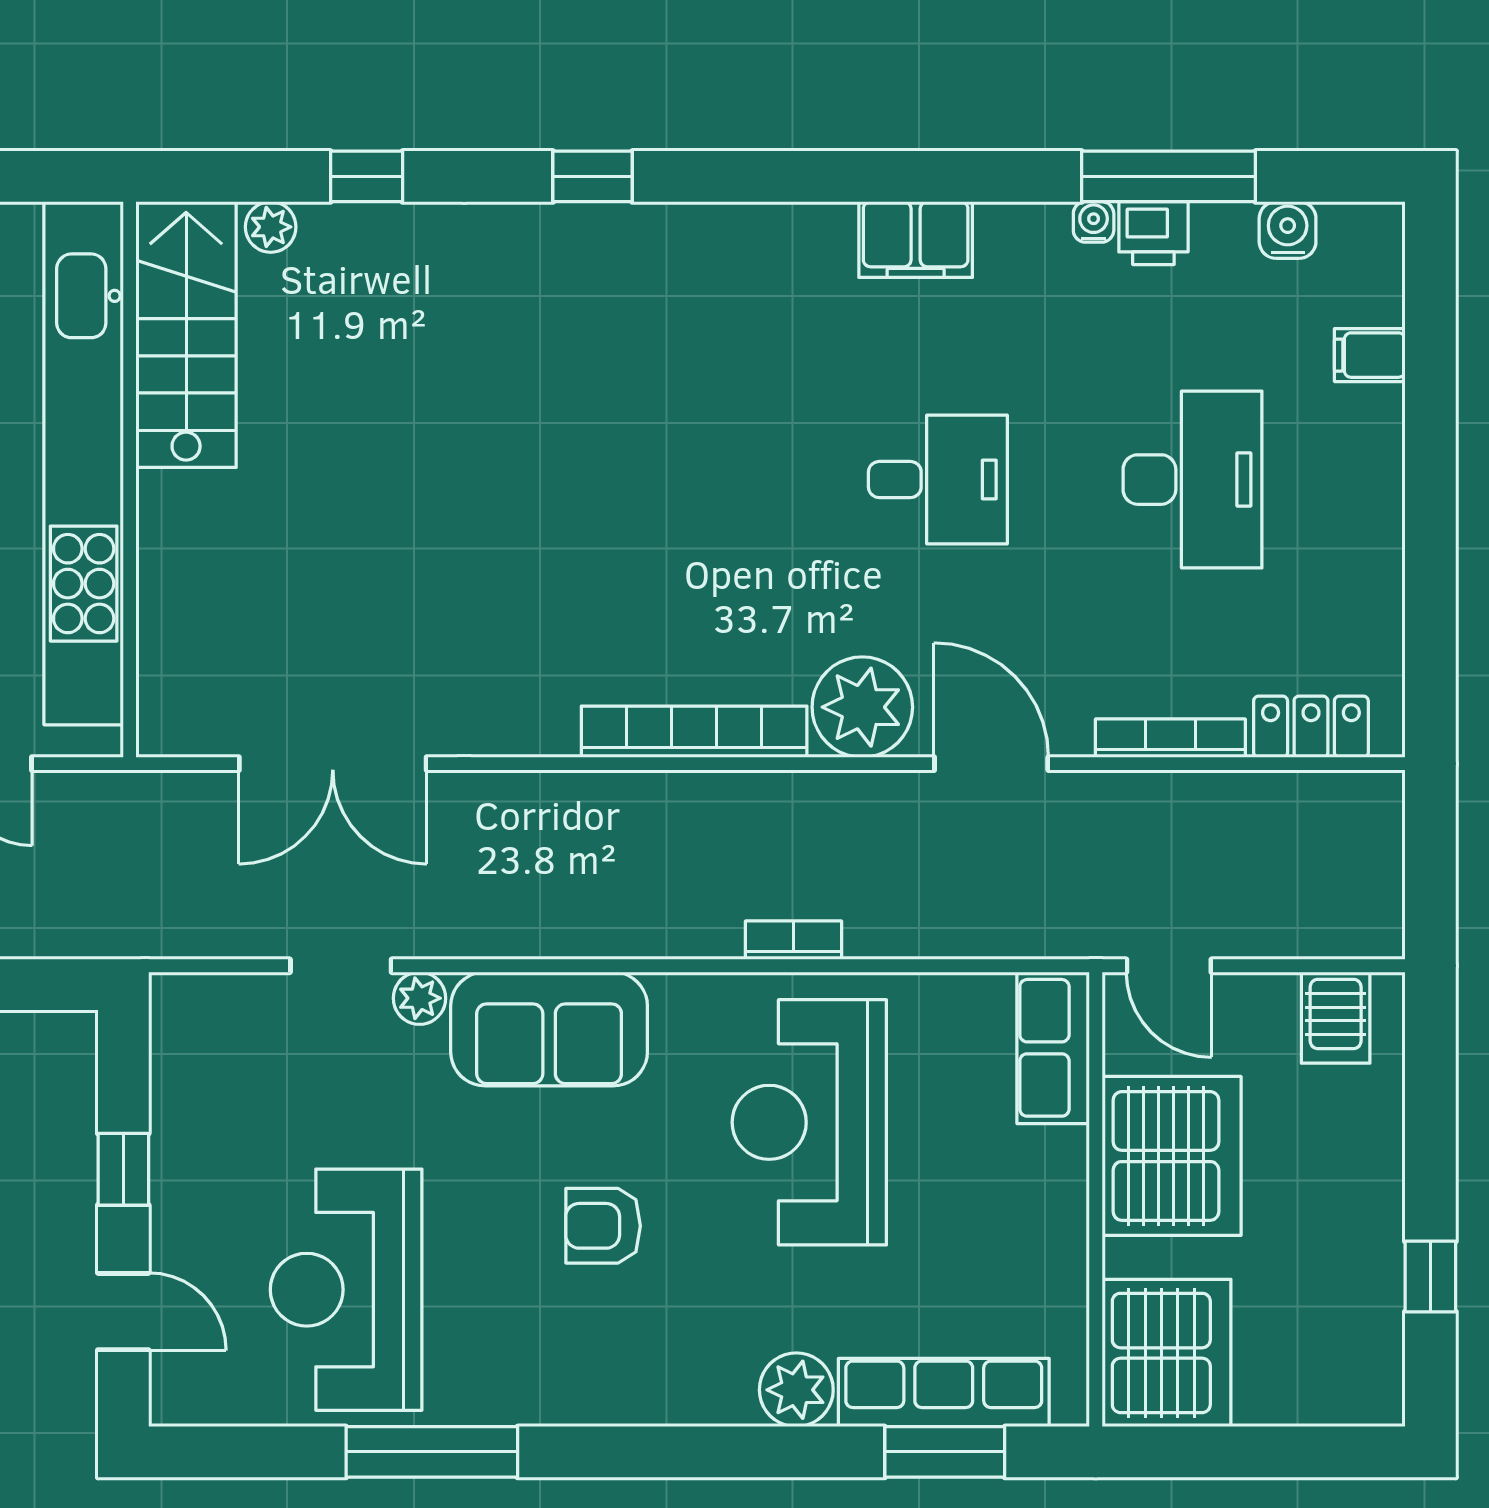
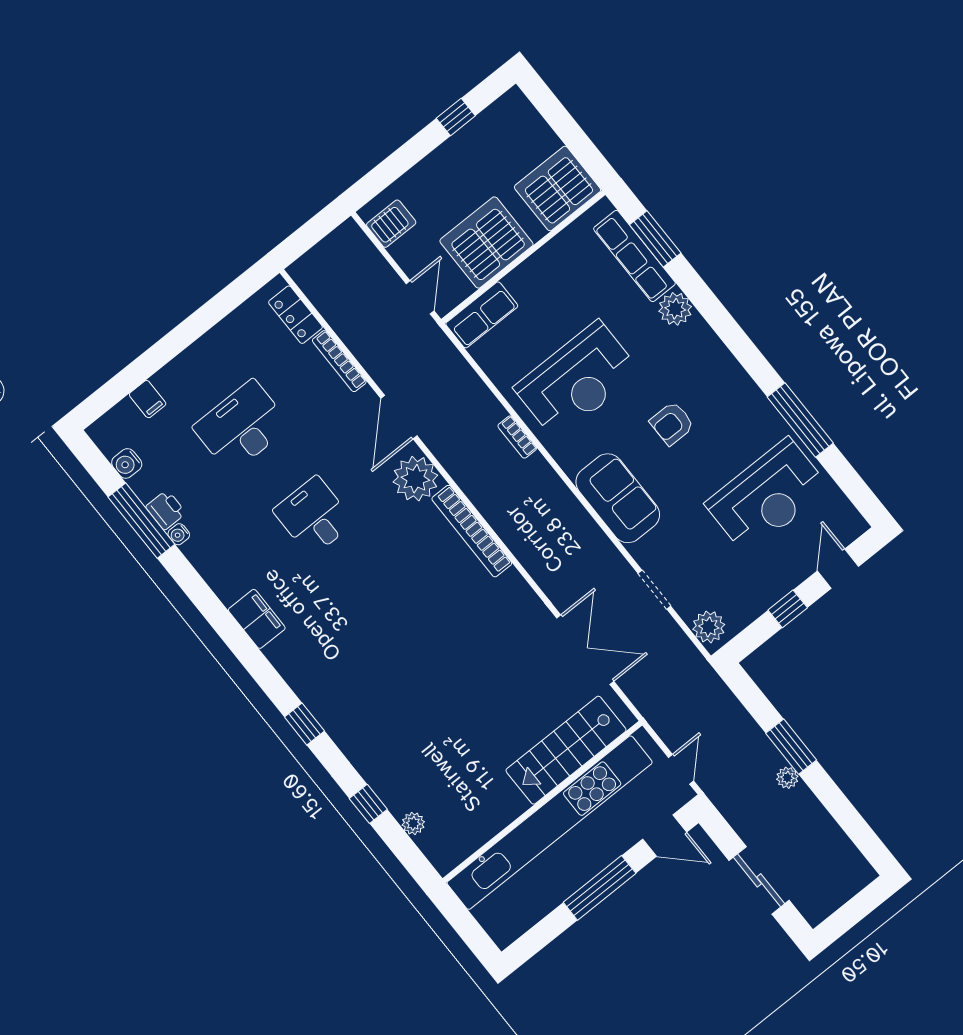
filing cabinet: (916, 240) -> (257, 619), moved
stairs: (186, 335) -> (566, 750), moved
plant: (419, 998) -> (709, 627), moved, width x1.38, depth x1.38
armchair: (603, 1226) -> (672, 423), turned 90

